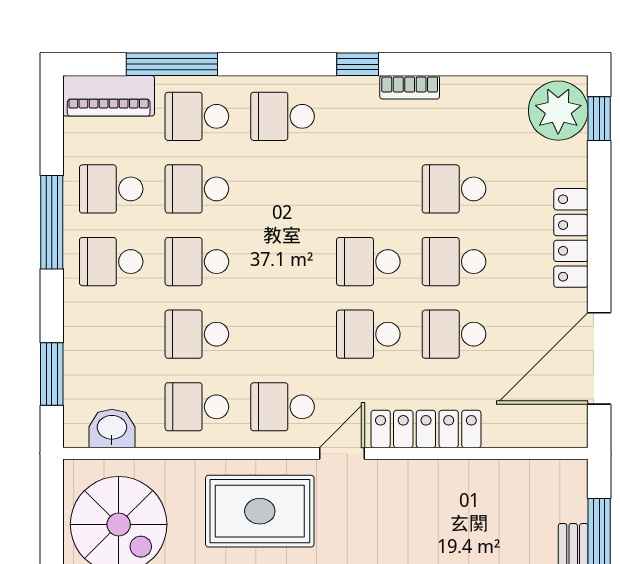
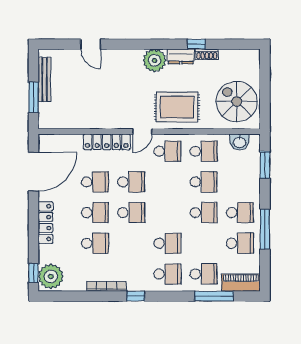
bookcase: (410, 87) -> (107, 286), width x1.56
school desk: (197, 189) -> (167, 243), moved

